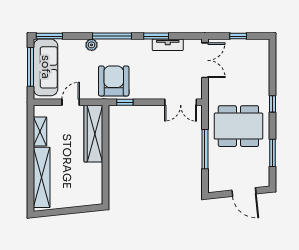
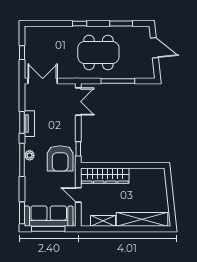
plant: (92, 45) -> (30, 155), moved
tv unit: (168, 45) -> (29, 124), moved
armchair: (114, 81) -> (60, 158), turned -90
dining table: (238, 126) -> (98, 52), turned 90
door: (244, 192) -> (154, 48), hinge flipped

